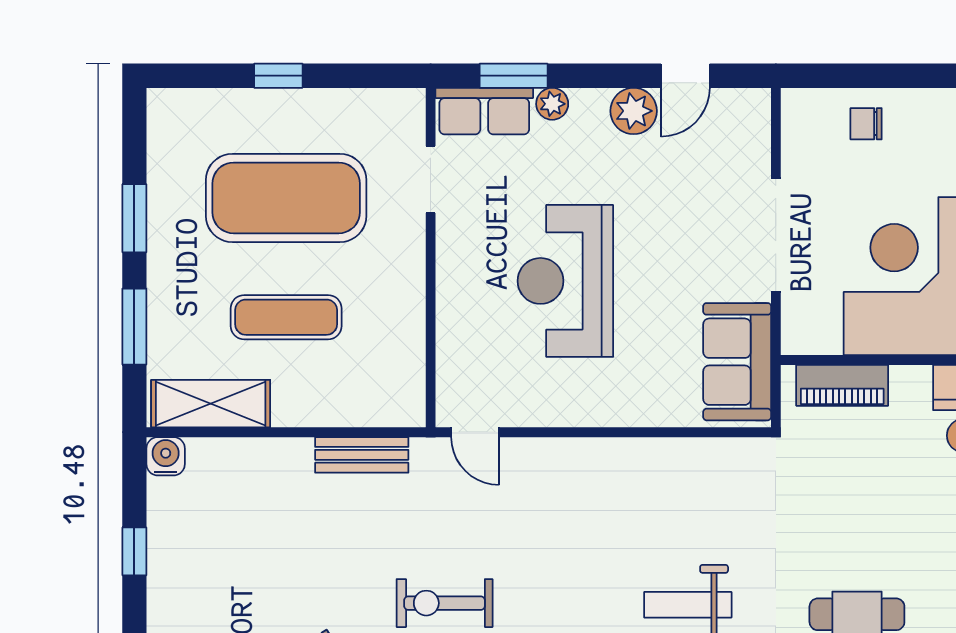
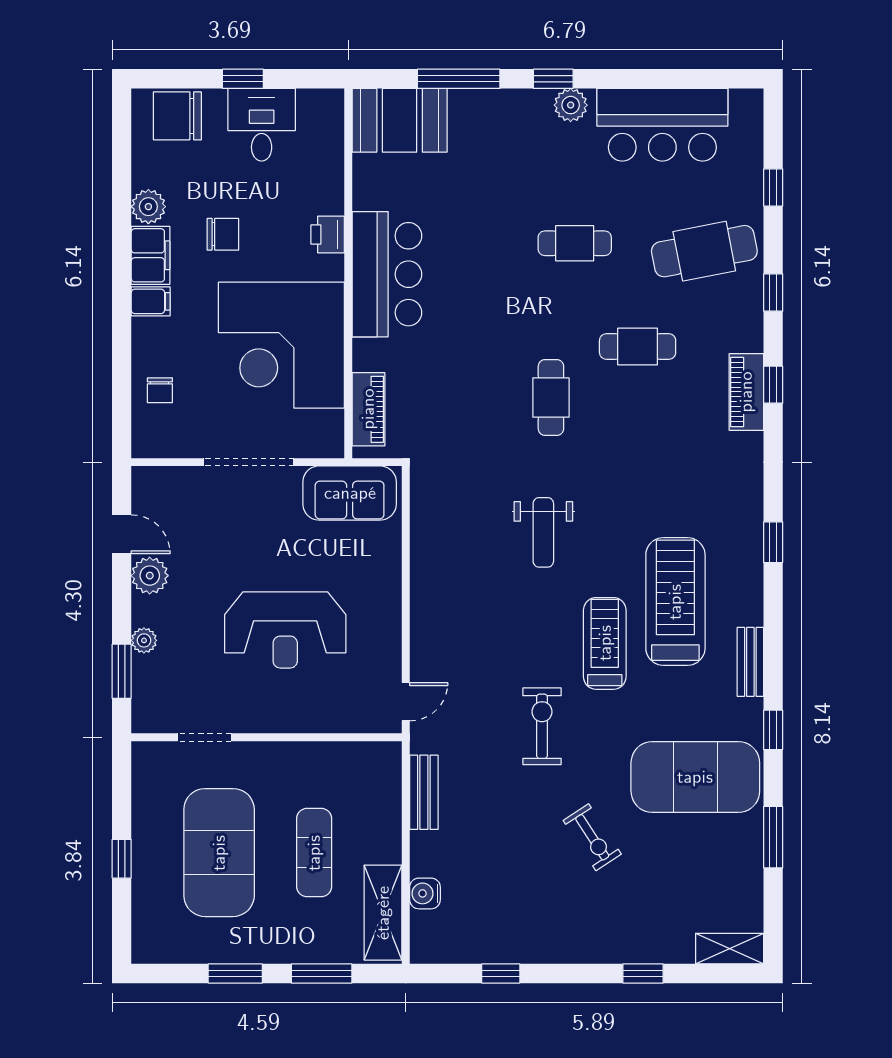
row of seats: (484, 111) -> (150, 695), removed
water cooler: (166, 456) -> (425, 893), moved
exercise bike: (445, 603) -> (542, 726), turned 180

